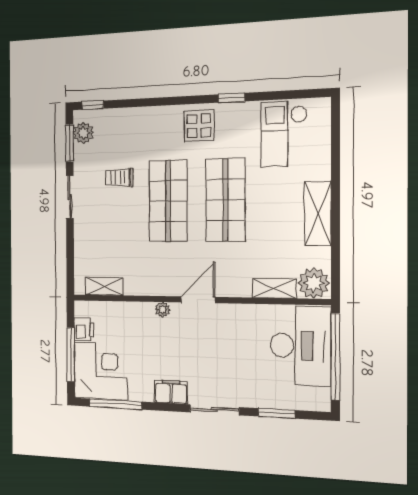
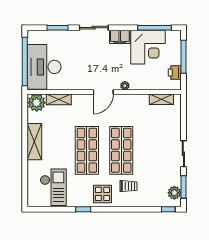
trolley: (120, 177) -> (129, 186), moved
corner desk: (101, 371) -> (148, 47), moved, turned -90

